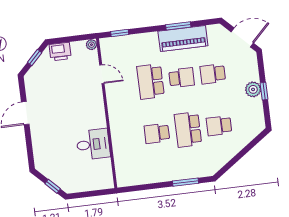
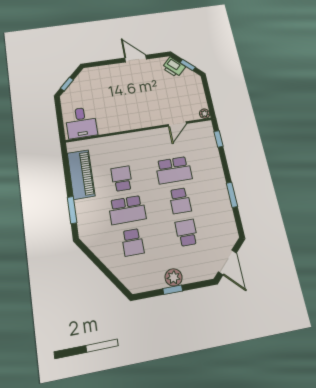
piano: (183, 39) -> (81, 174), moved, turned 180
printer: (60, 52) -> (174, 67), moved, turned -45
school desk: (151, 82) -> (174, 170), turned 180
school desk: (219, 126) -> (133, 242), turned 180
school desk: (188, 130) -> (127, 210), turned 180
desk: (93, 144) -> (81, 123), moved

